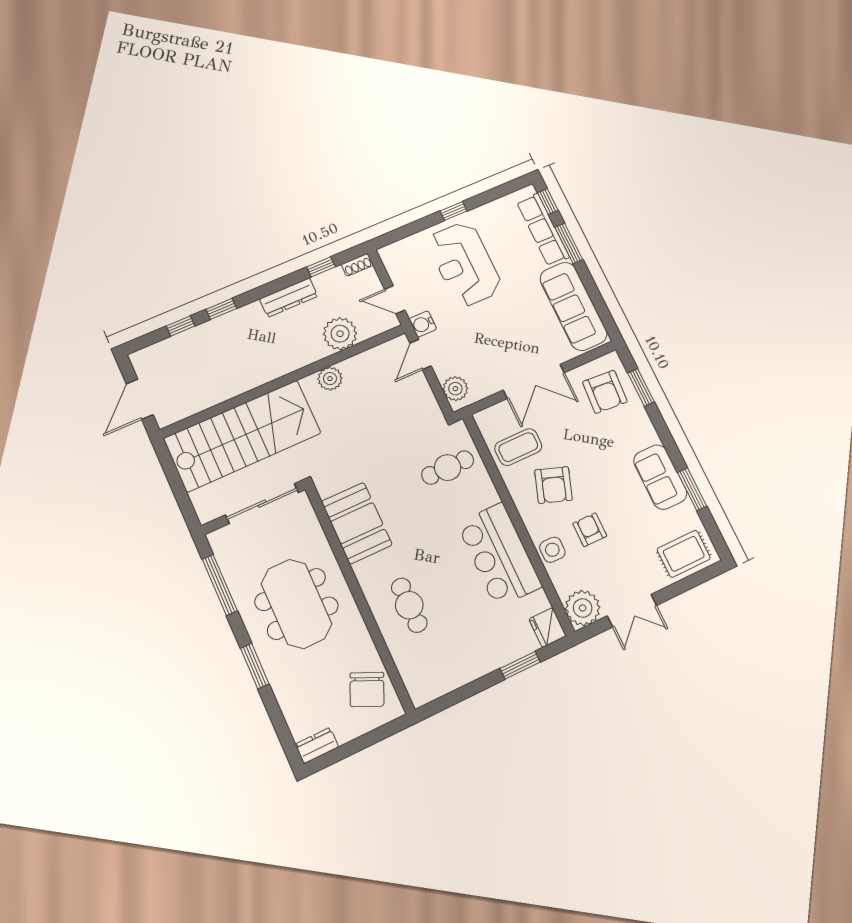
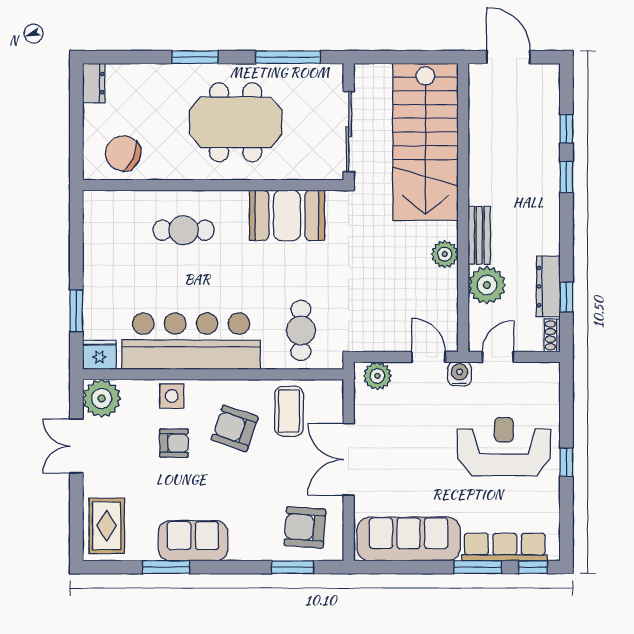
dresser: (289, 297) -> (548, 286), moved
bench: (302, 358) -> (479, 235), added
bar counter: (499, 555) -> (191, 341), width x1.36

